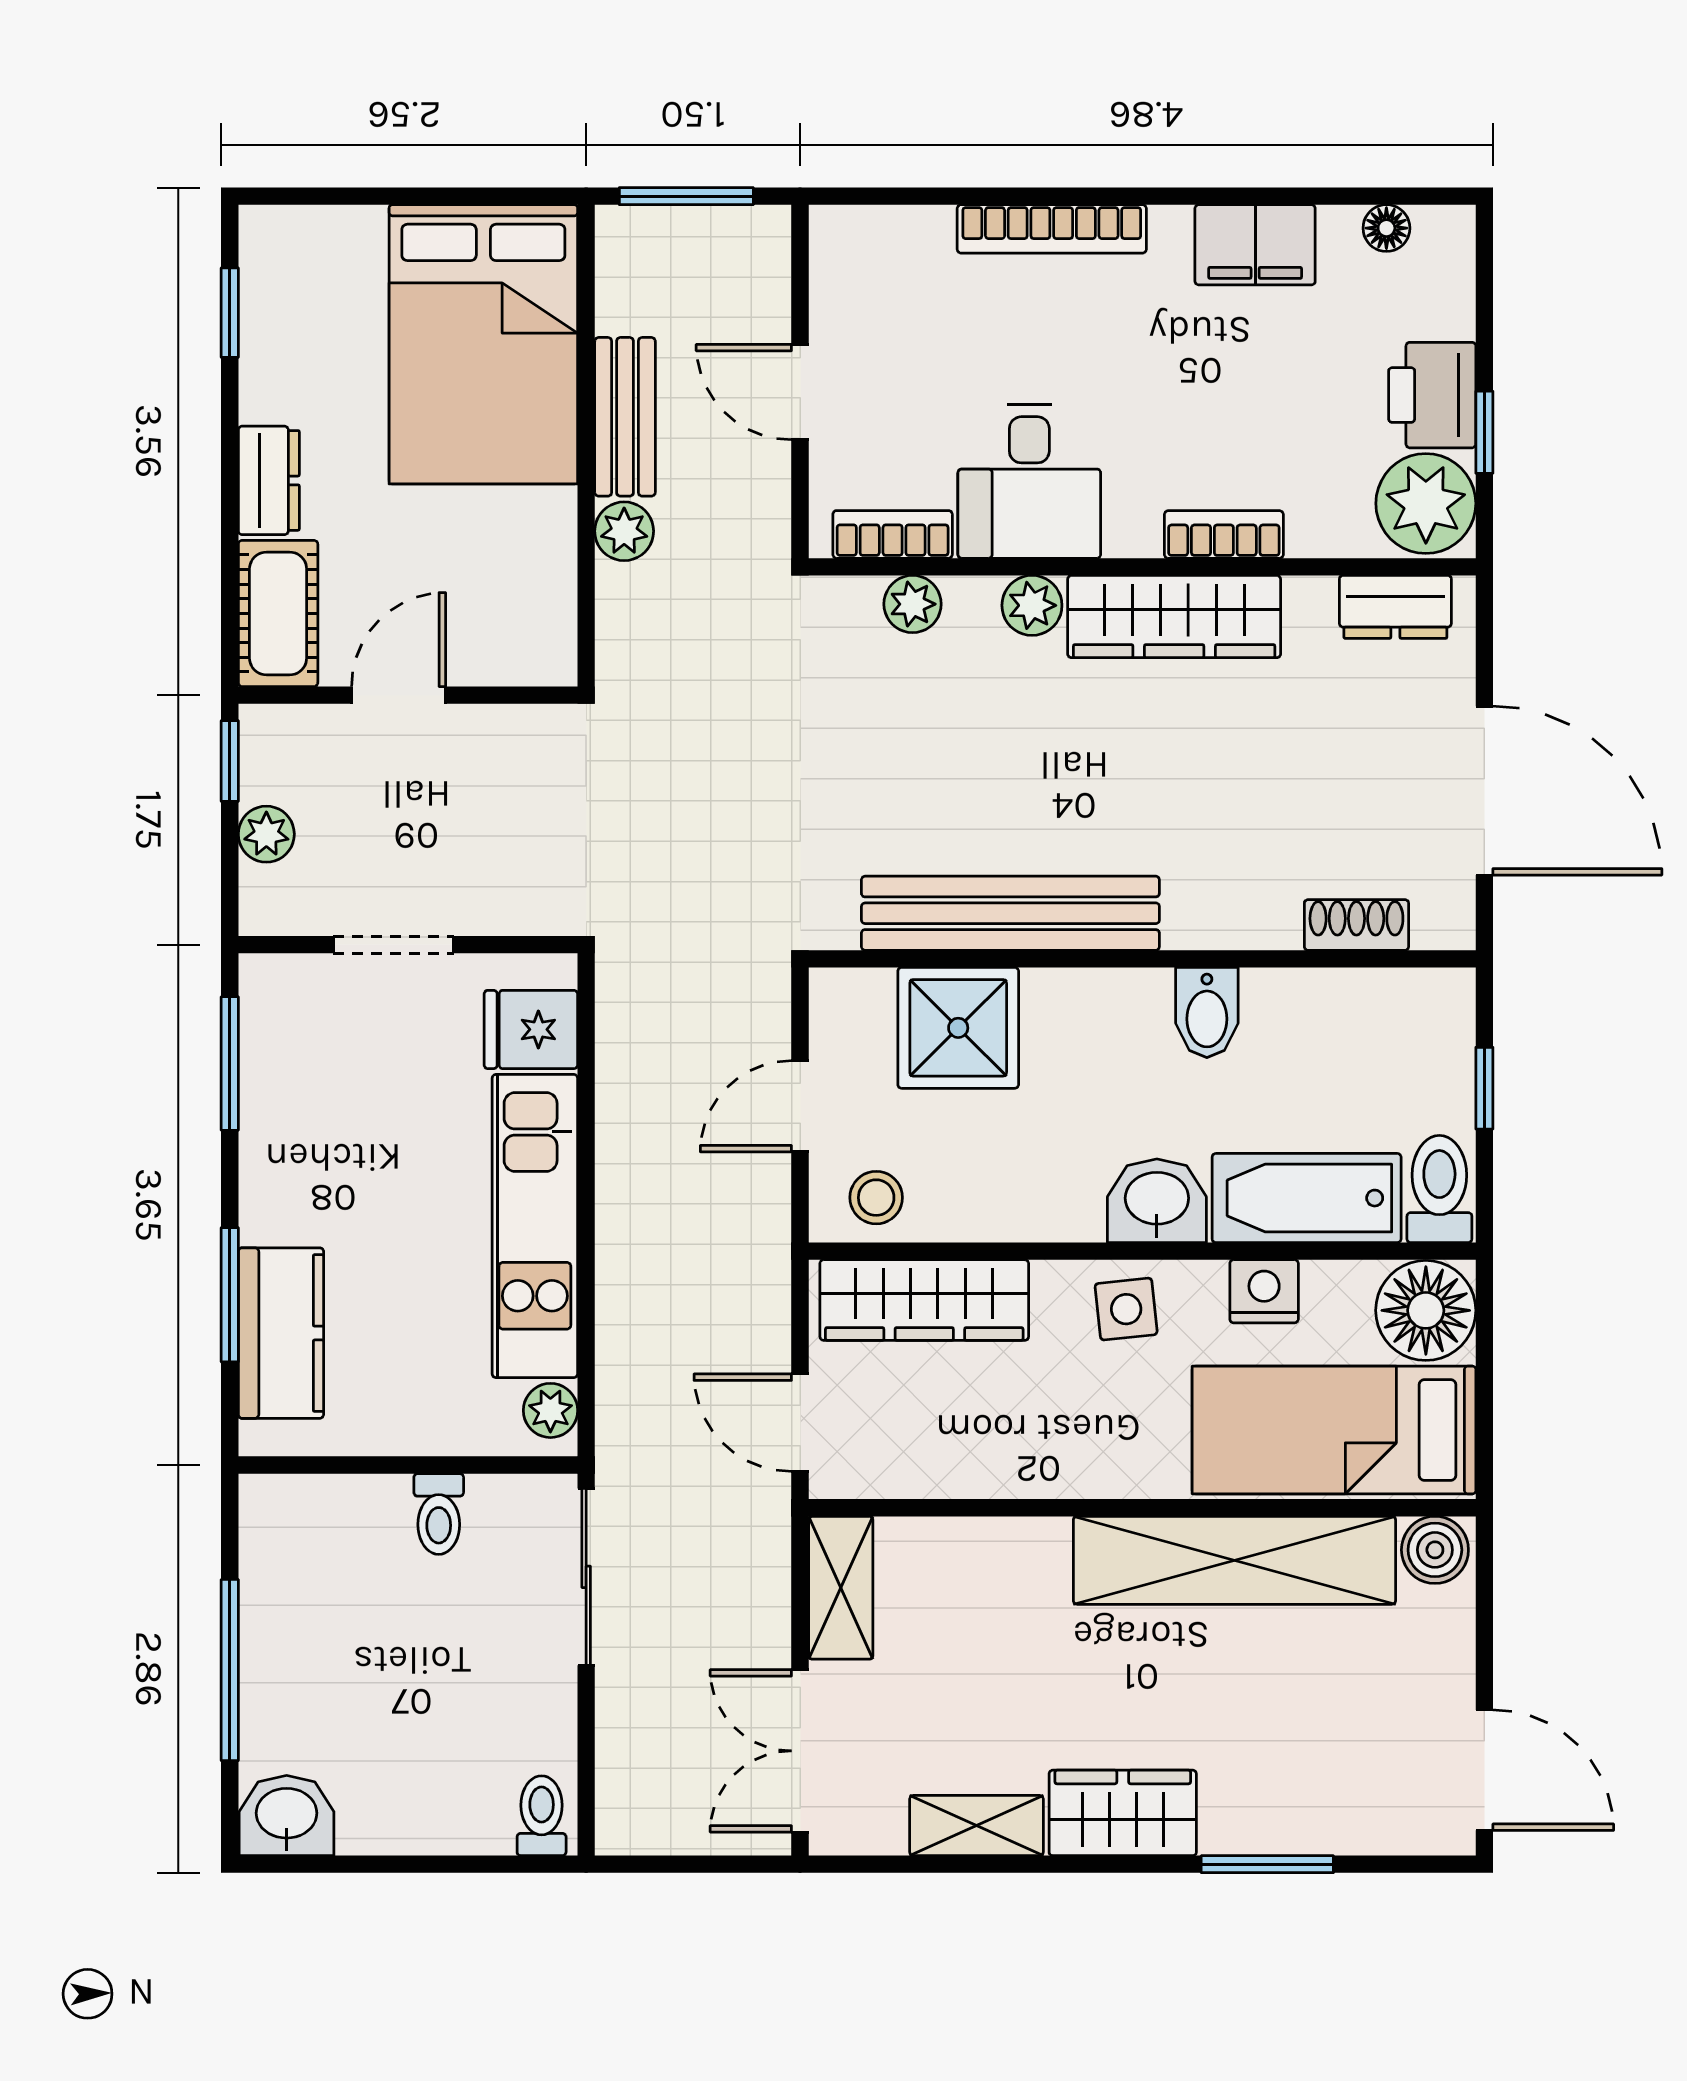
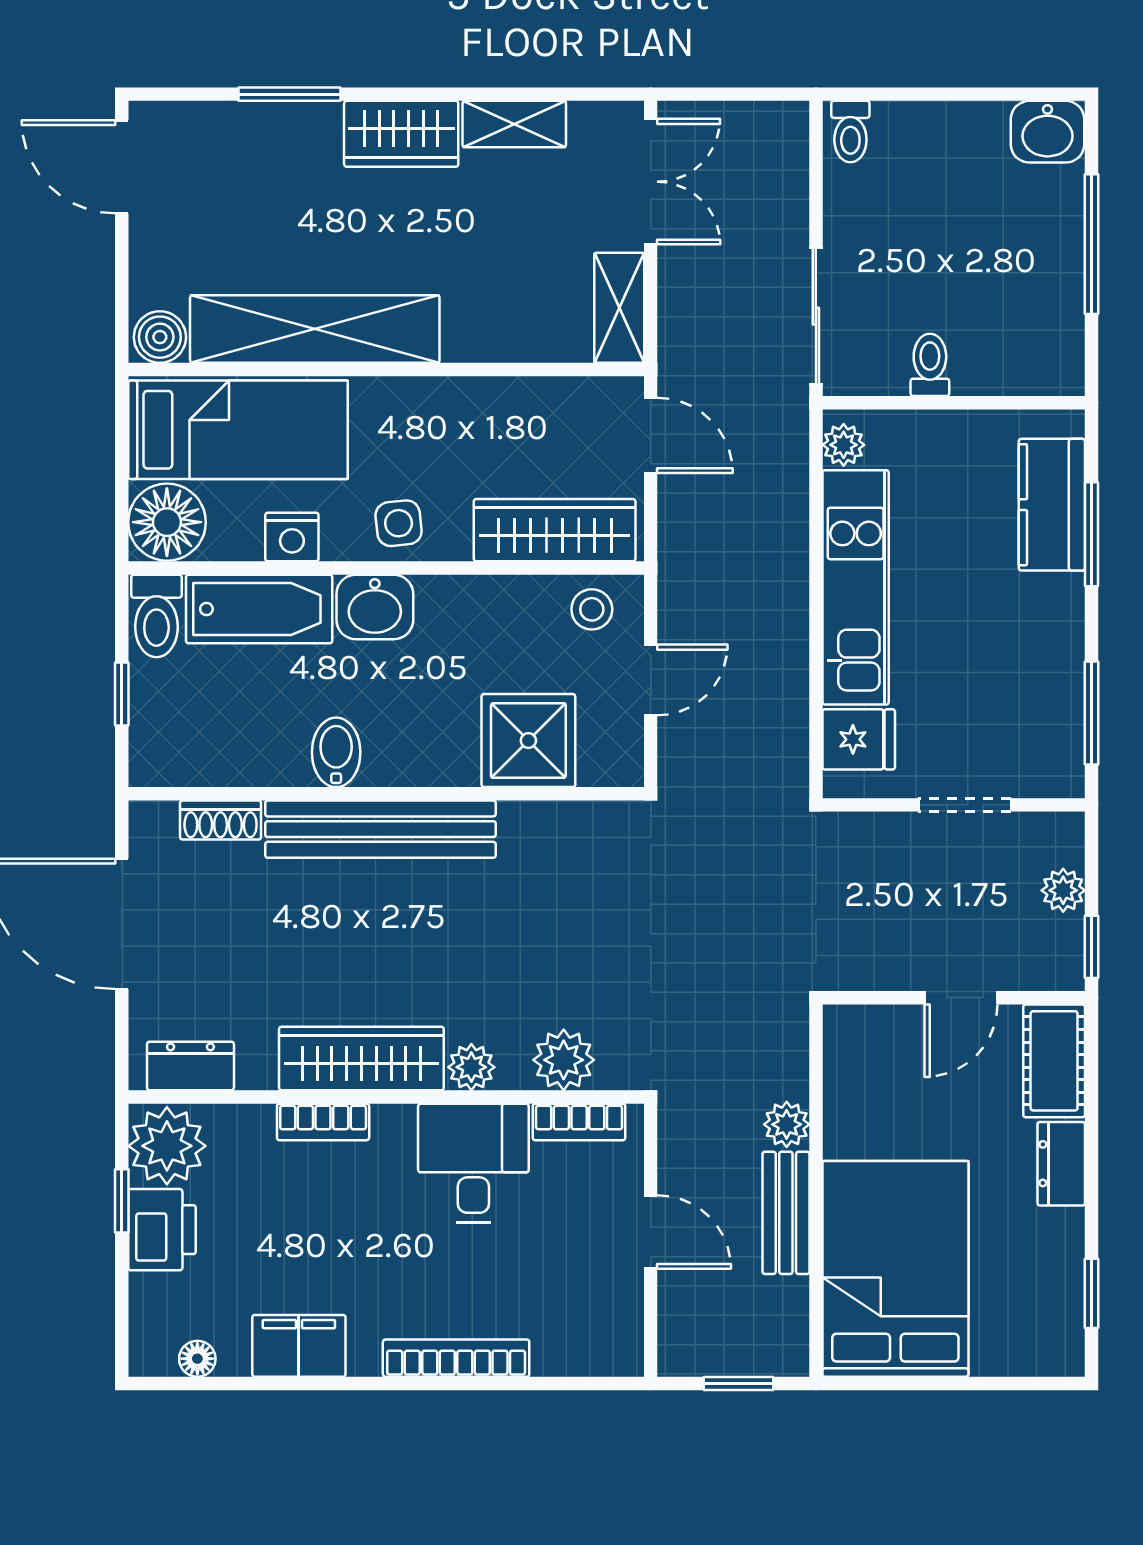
window: (686, 196) -> (738, 1383), width x0.67
plant: (913, 604) -> (564, 1060), width x1.38, depth x1.38
bench: (1010, 913) -> (380, 829), moved

